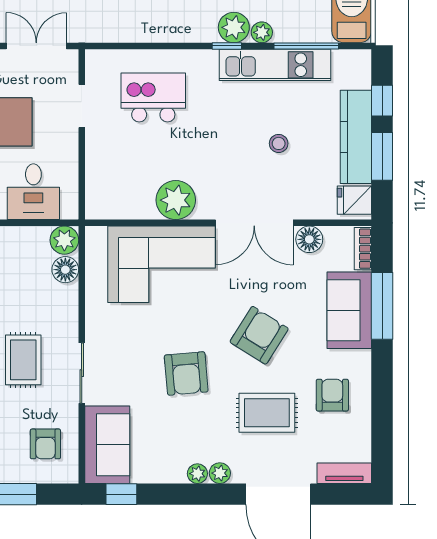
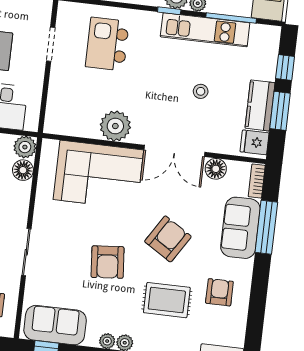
kitchen island: (153, 97) -> (107, 44), turned -90
kitchen counter: (356, 137) -> (260, 105), width x0.67
sofa: (107, 445) -> (55, 325), moved, turned -90

